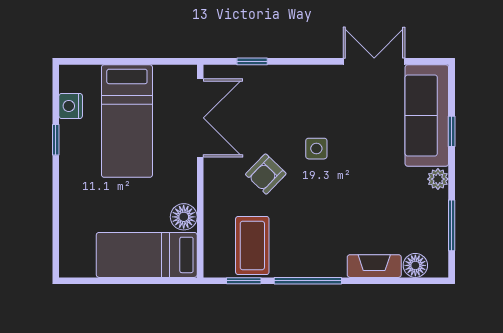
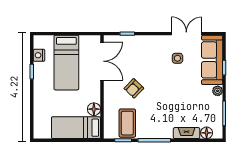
side table: (316, 149) -> (177, 58), moved

